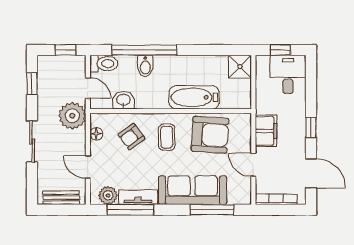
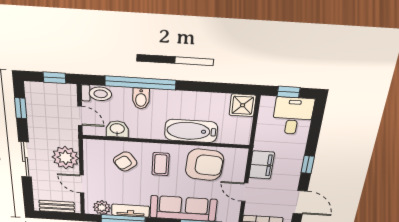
plant: (72, 116) -> (65, 158), moved
floor lamp: (96, 134) -> (90, 157), removed

